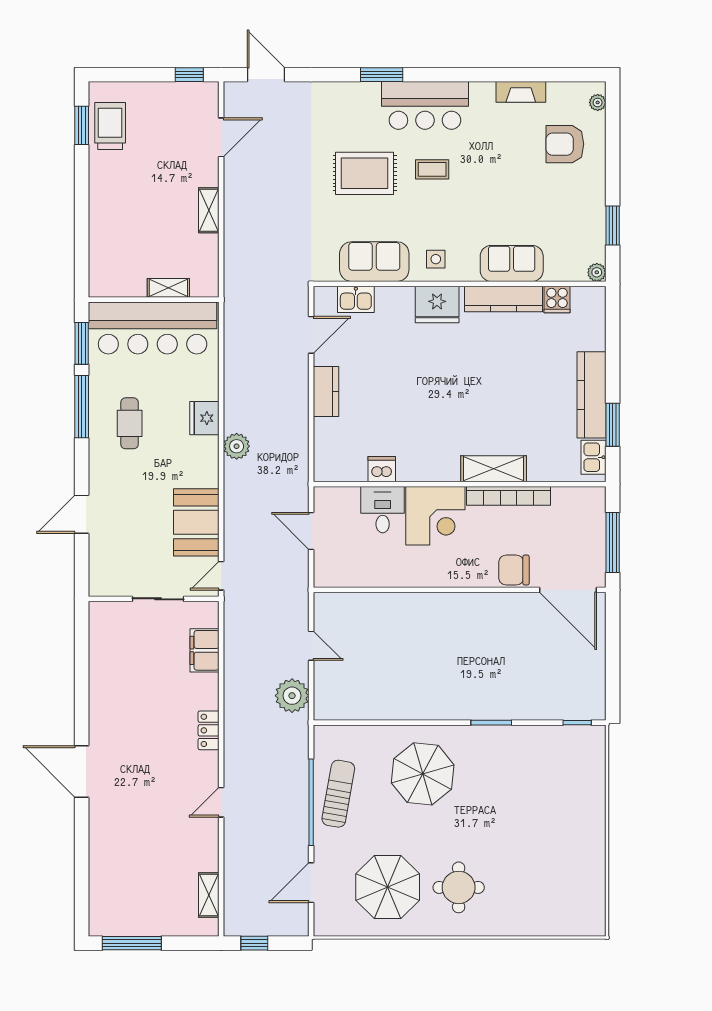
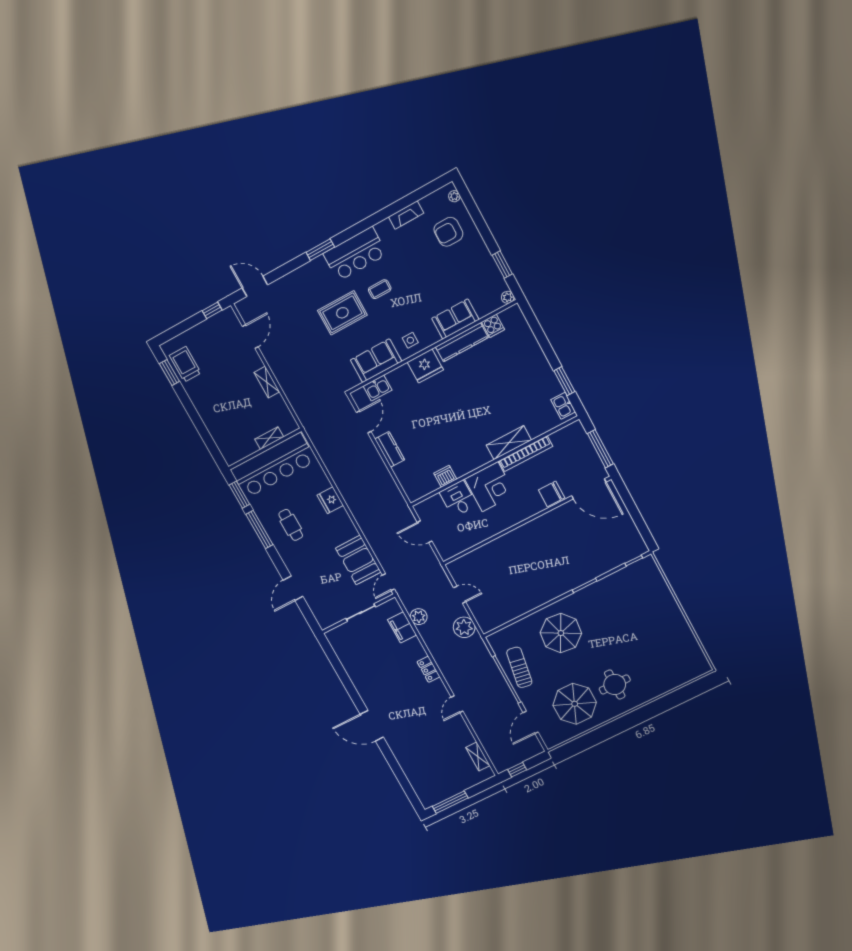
kitchen counter: (592, 395) -> (543, 370), removed
plant: (237, 446) -> (419, 617), moved

